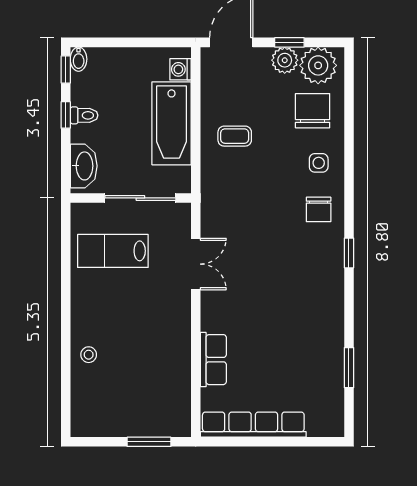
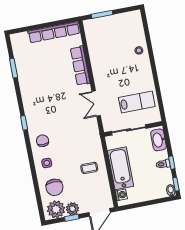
row of seats: (213, 360) -> (80, 66), width x1.48

